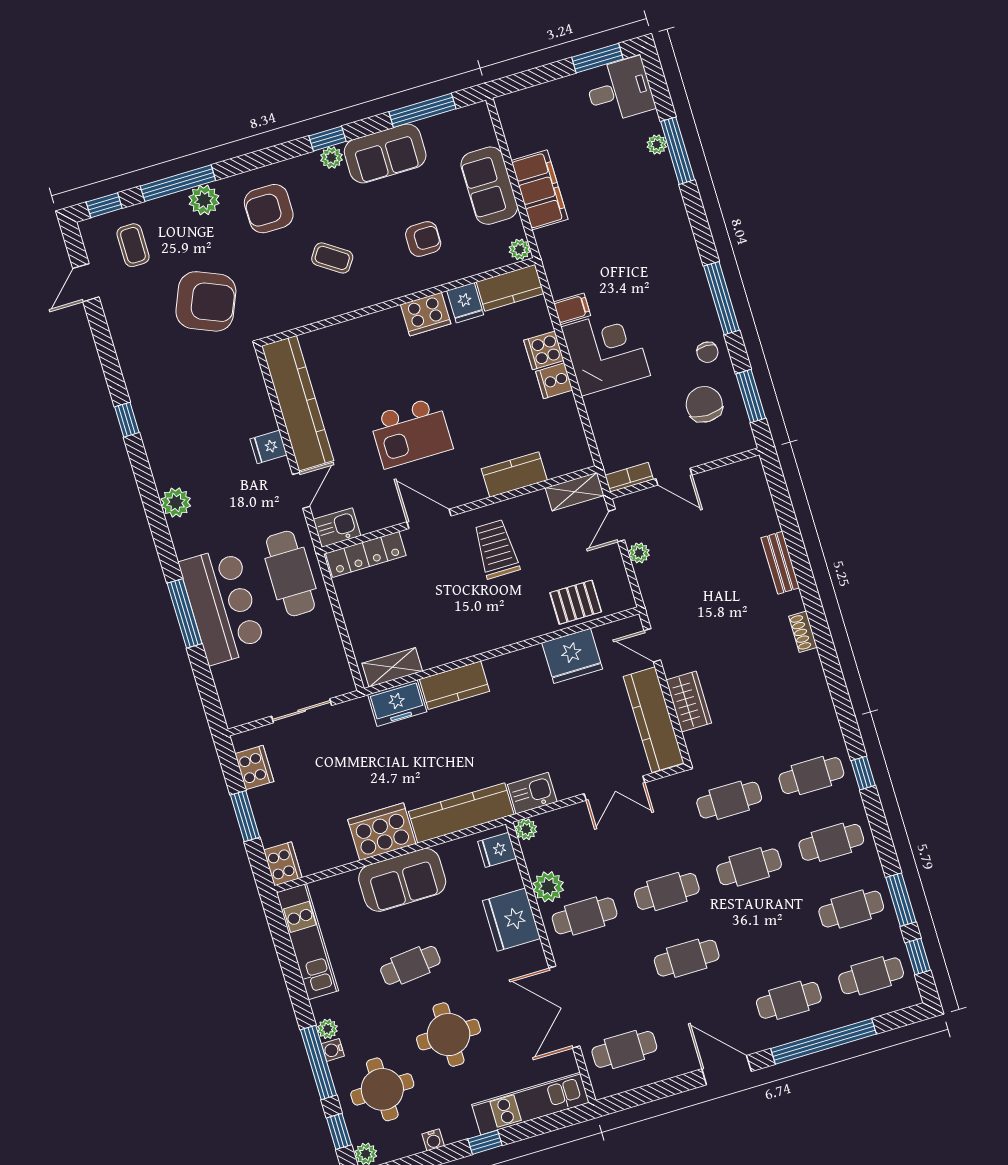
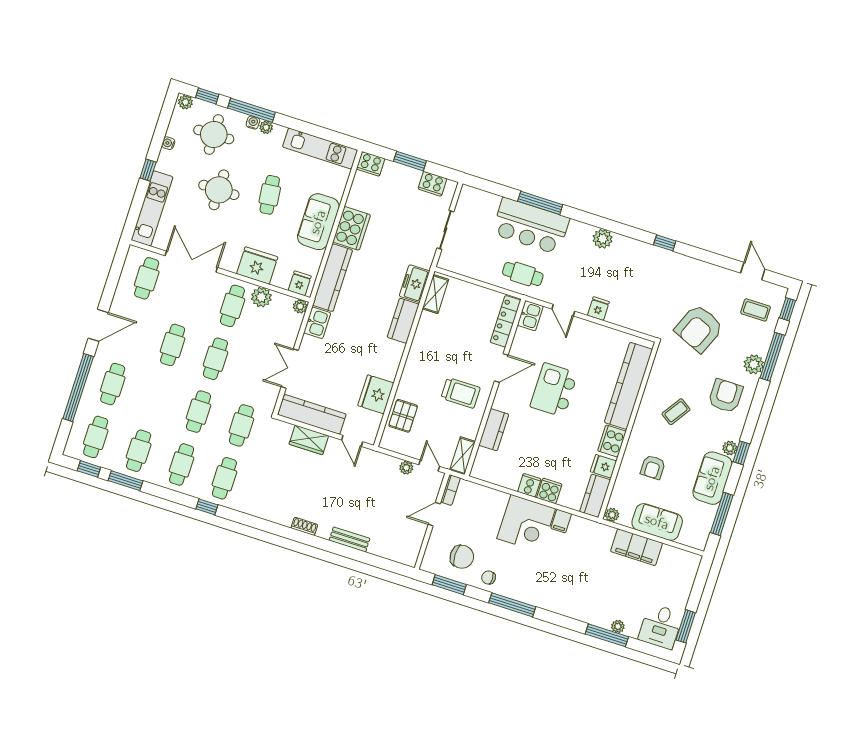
kitchen counter: (298, 403) -> (628, 386), moved, turned 90
cafe table: (290, 573) -> (523, 274), width x0.73, depth x0.74
door: (652, 645) -> (352, 441), swing flipped

